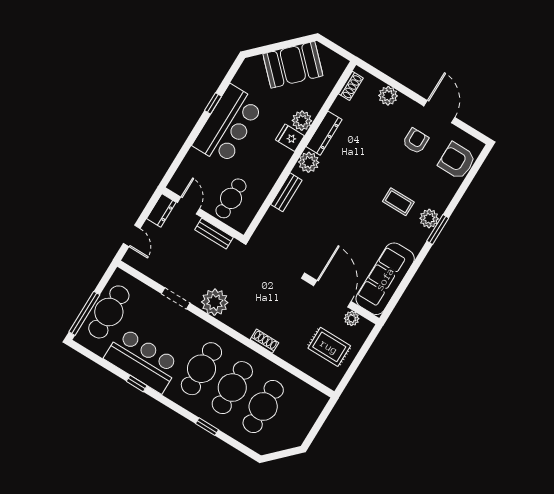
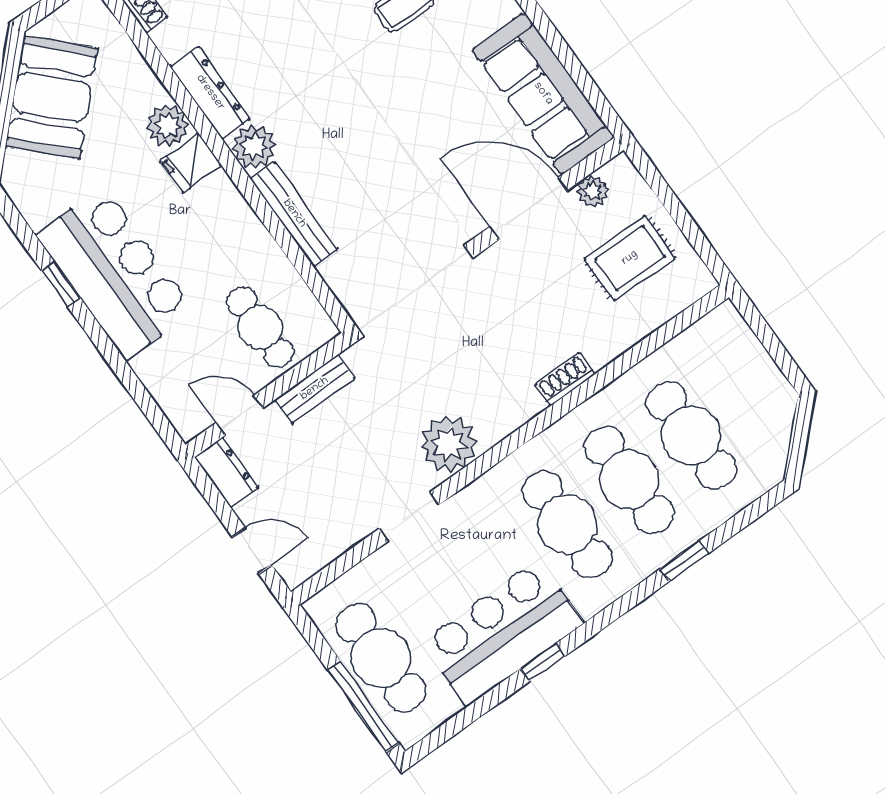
bench: (286, 192) -> (294, 214), width x1.36

